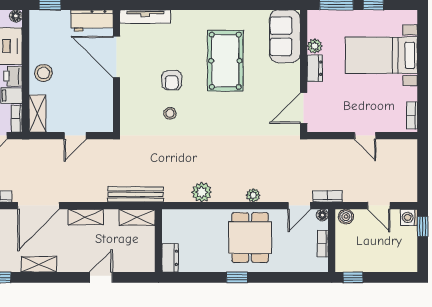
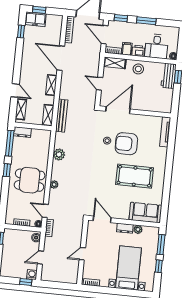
workbench: (92, 21) -> (169, 76), moved
door: (117, 57) -> (118, 110), moved
armchair: (172, 80) -> (126, 144), width x1.88, depth x1.88
shelving: (39, 264) -> (21, 109), moved
window: (191, 277) -> (10, 143), added

